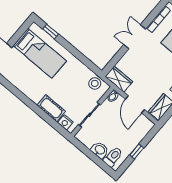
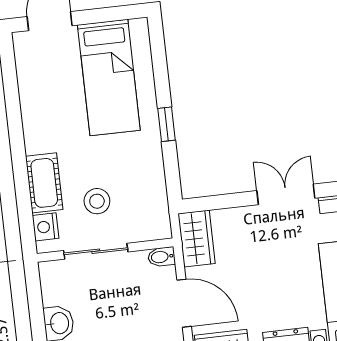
window: (51, 32) -> (166, 124), moved
stool: (95, 83) -> (97, 201), moved
door: (135, 104) -> (184, 303), swing flipped

